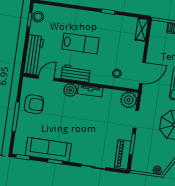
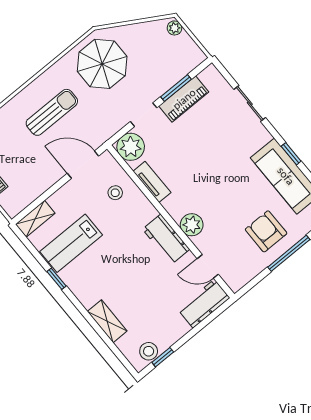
shelving: (69, 13) -> (107, 321), added
lab bench: (80, 43) -> (71, 243), moved, turned -90
workbench: (34, 55) -> (204, 304), width x0.73
tv unit: (90, 91) -> (152, 182), moved
armchair: (34, 104) -> (266, 231), moved
piano: (123, 154) -> (184, 99), moved

